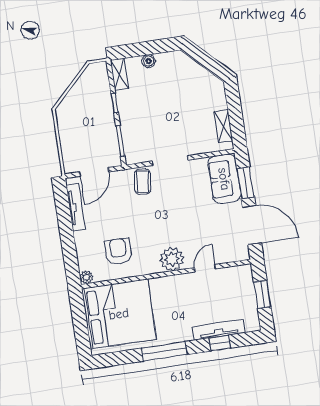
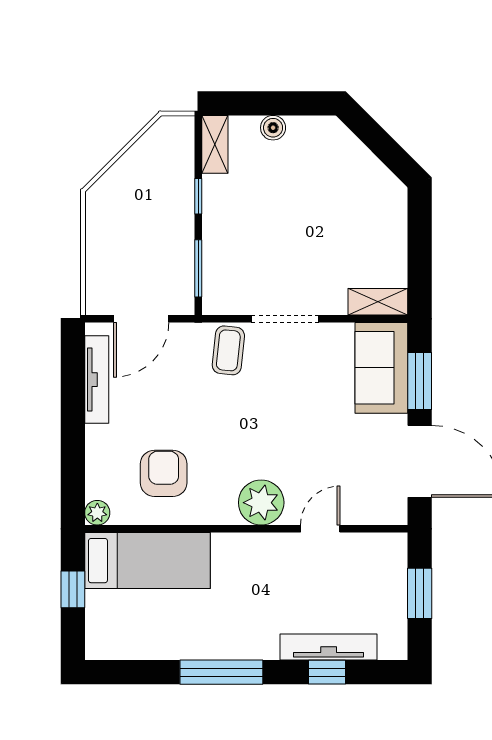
shelving: (223, 126) -> (378, 302), moved, turned 90
bed: (119, 314) -> (147, 561), width x0.49
window: (80, 319) -> (73, 589), added

